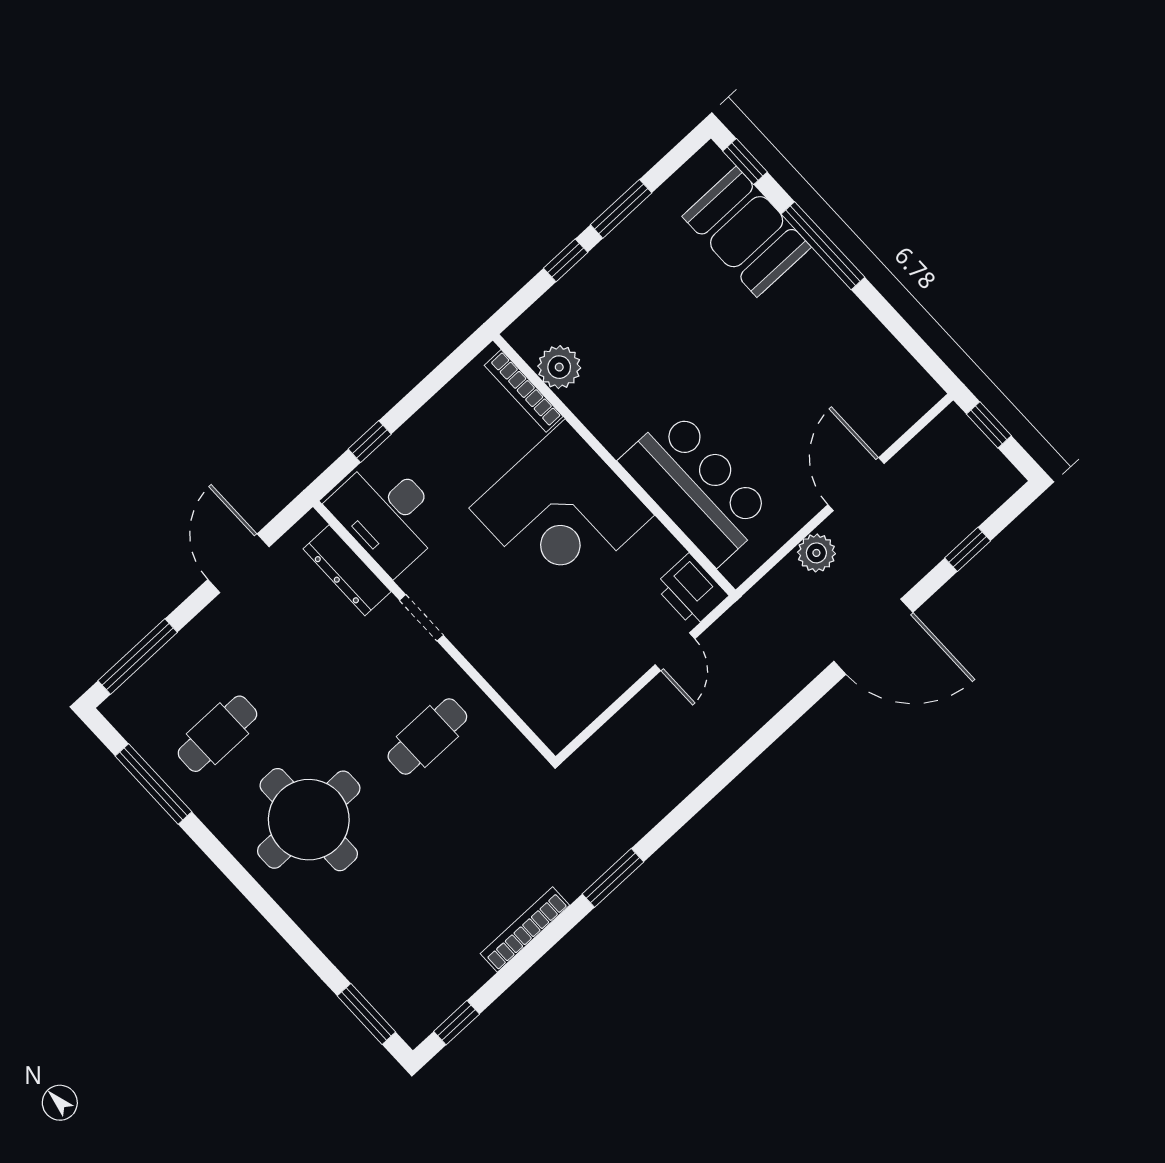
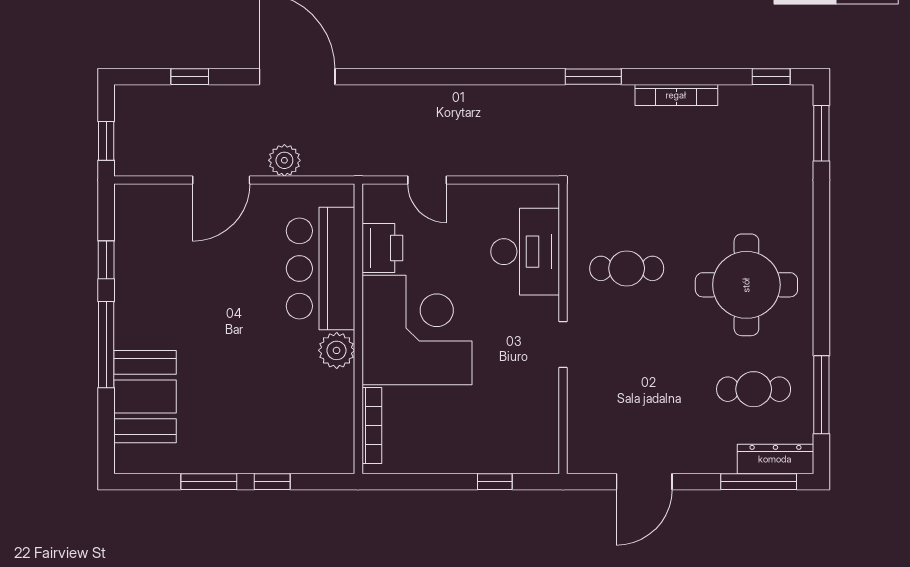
window: (745, 162) -> (106, 260), moved
plant: (559, 367) -> (337, 350), moved
desk: (388, 514) -> (525, 252), moved
dresser: (347, 570) -> (775, 459), moved, turned -90
printer: (691, 591) -> (382, 248), moved
door: (675, 652) -> (427, 180), swing flipped

